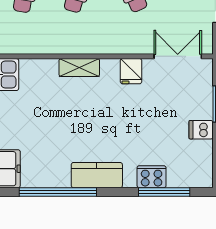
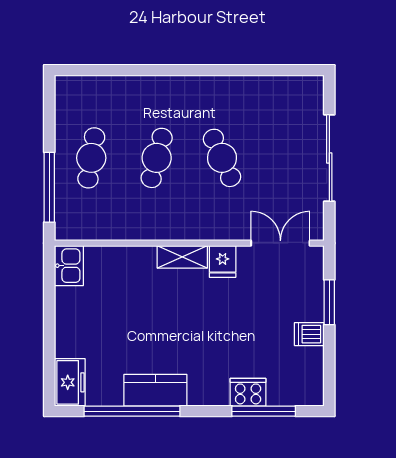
shelving: (79, 67) -> (182, 257), moved
kitchen counter: (97, 175) -> (155, 390), moved

